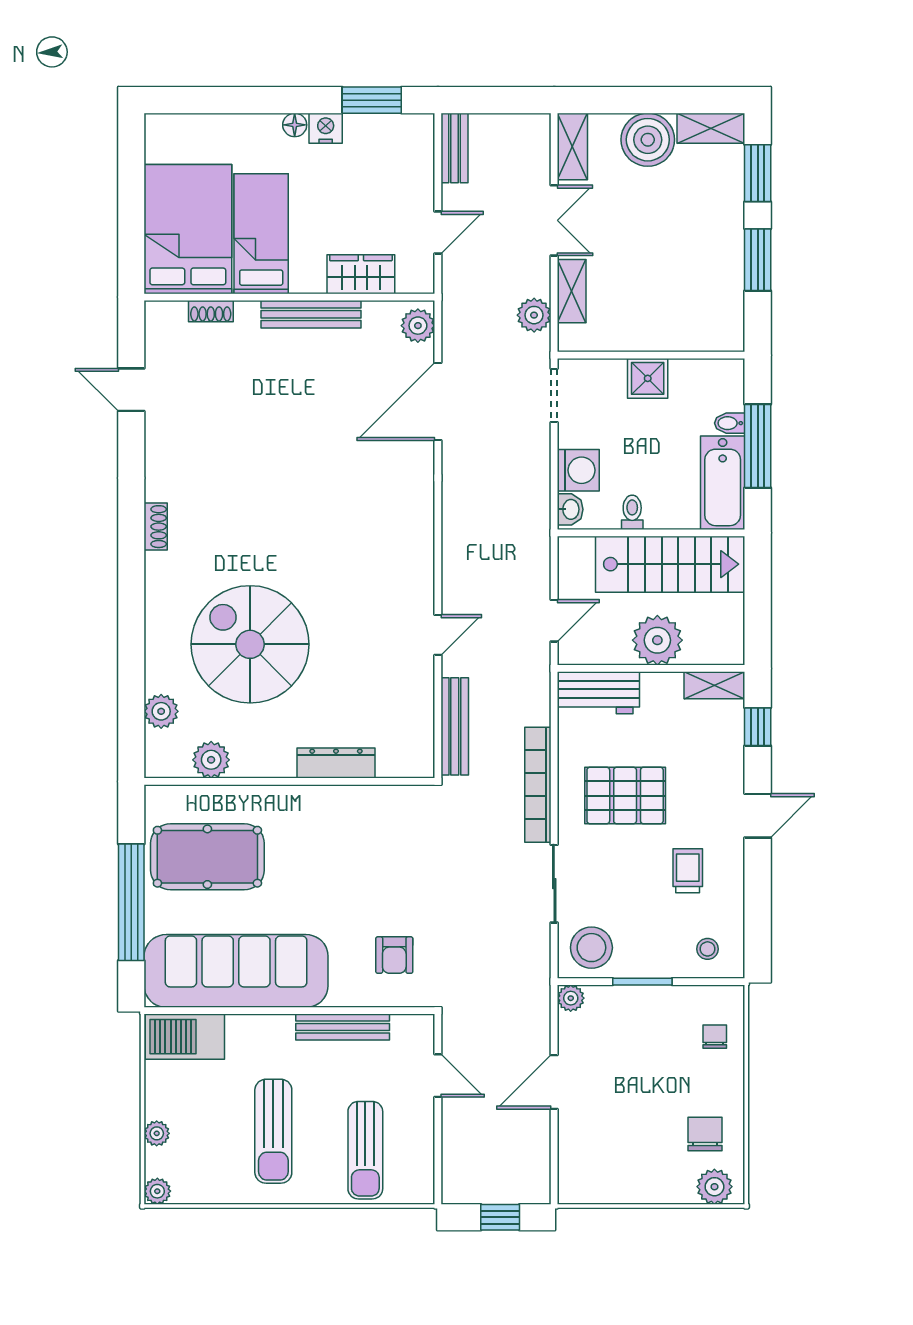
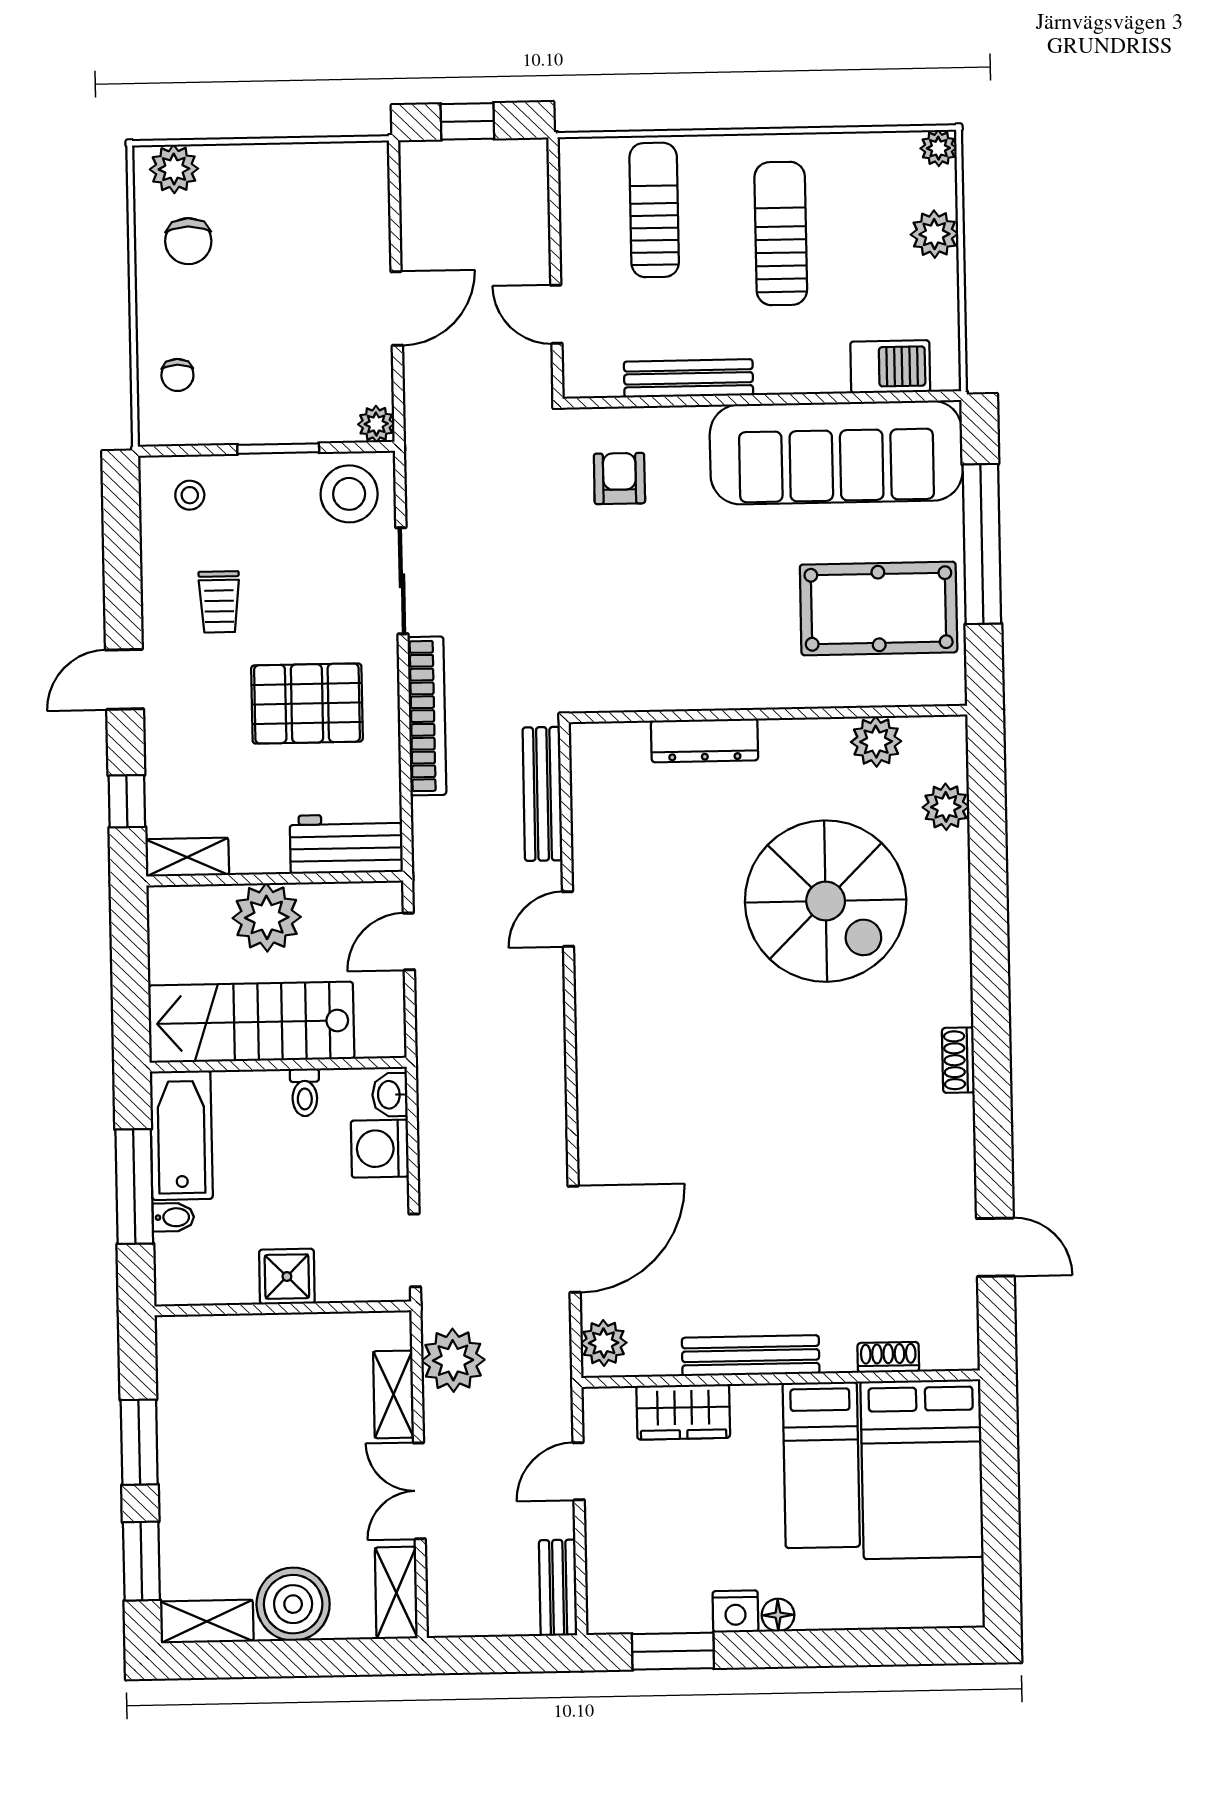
plant: (534, 315) -> (453, 1360), width x1.36, depth x1.36
barbecue: (185, 1037) -> (890, 367), width x0.73, depth x0.83
plant: (157, 1133) -> (934, 234), width x1.38, depth x1.38

